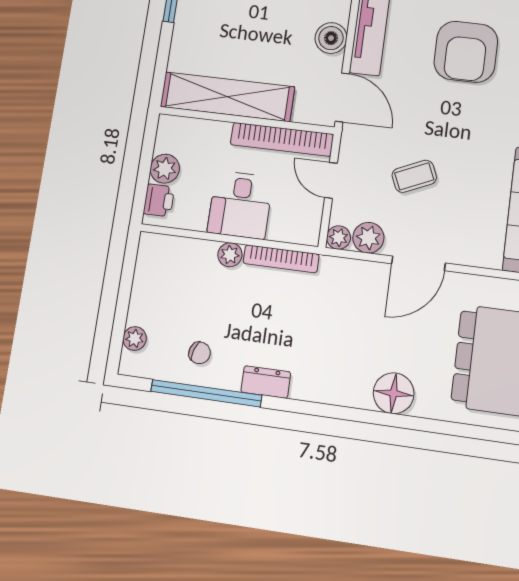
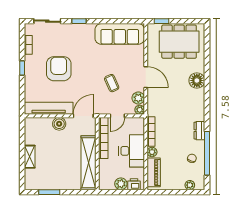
armchair: (466, 52) -> (59, 69), turned -90
desk: (240, 205) -> (132, 151), width x1.37
piano: (180, 252) -> (154, 172), added

